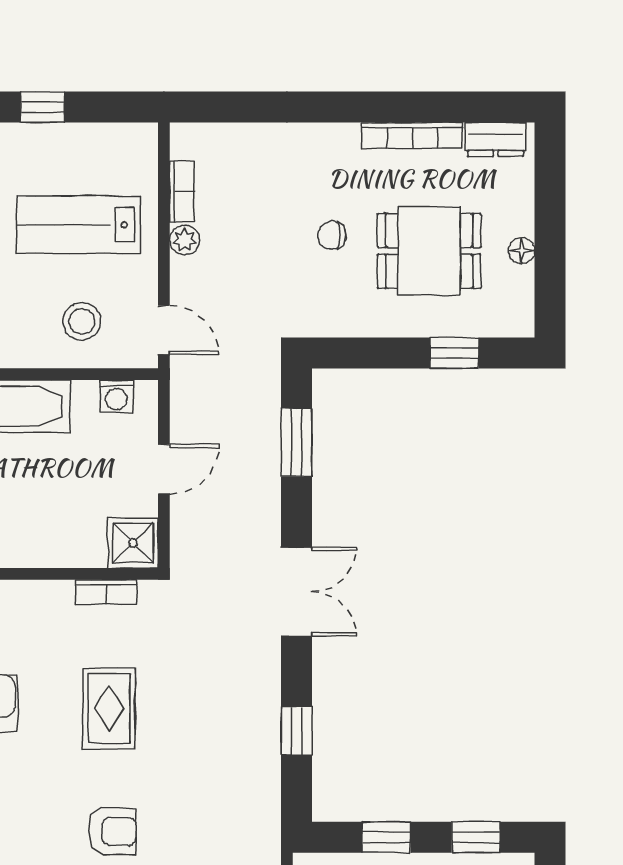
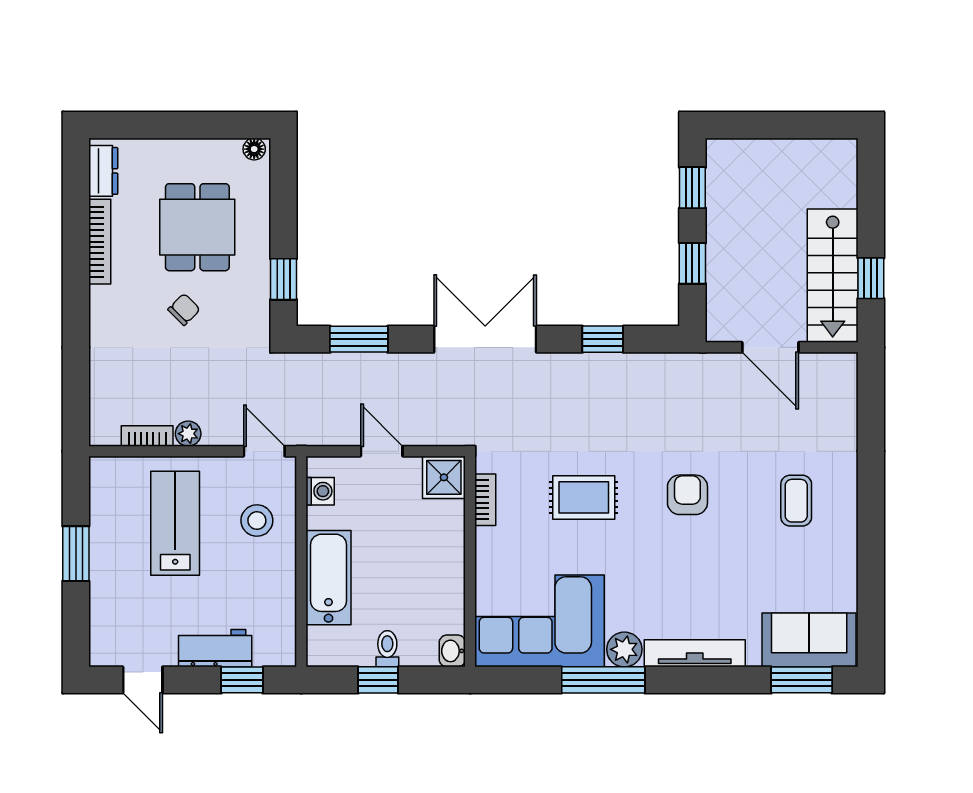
window: (43, 107) -> (76, 554), width x1.50
lab bench: (79, 225) -> (175, 523), turned 180
chair: (332, 235) -> (184, 309), turned -135
floor lamp: (522, 251) -> (254, 149), moved
door: (164, 330) -> (264, 451), hinge flipped
window: (454, 353) -> (284, 279), moved
double door: (296, 592) -> (485, 339), width x1.37

